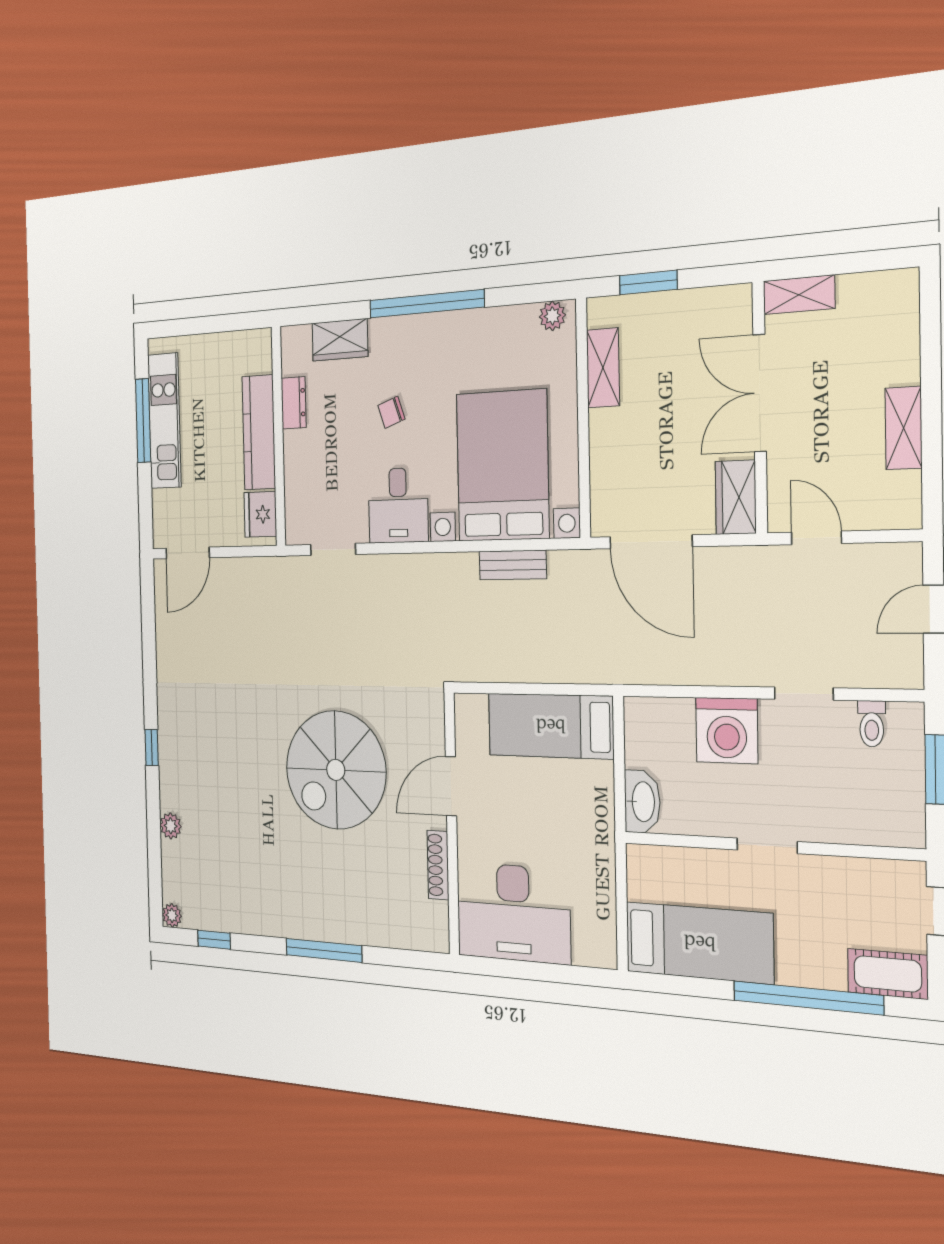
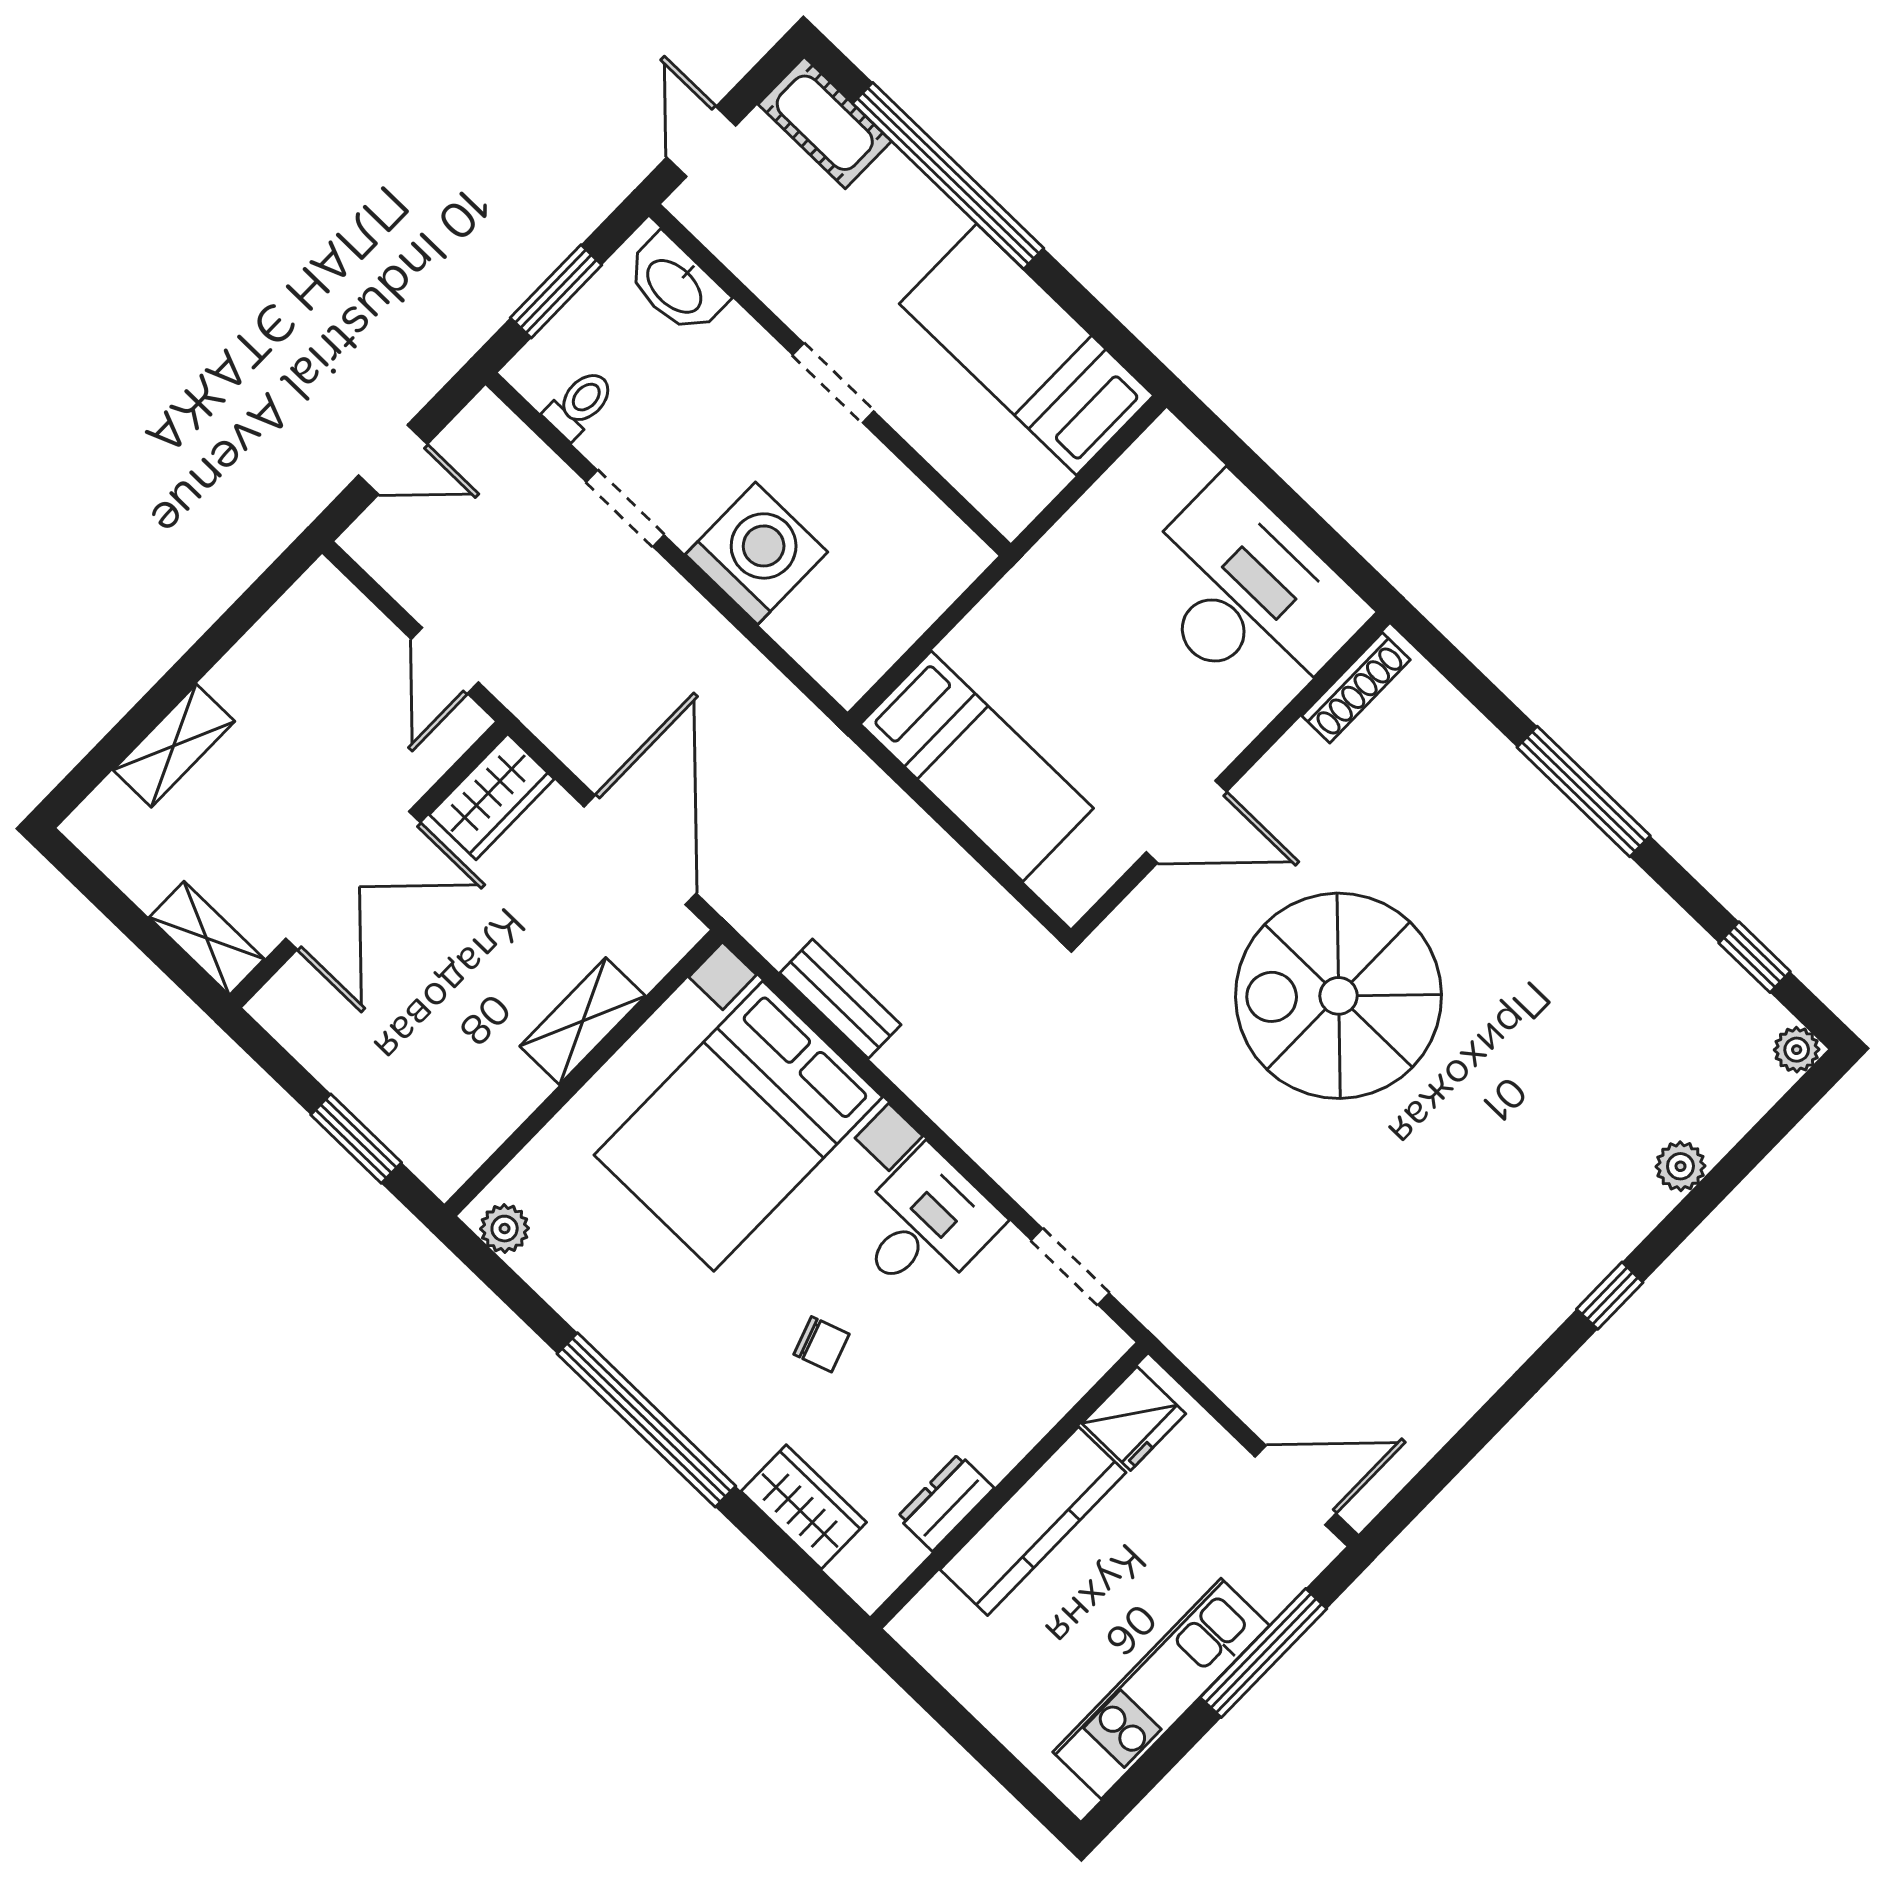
shelving: (603, 368) -> (583, 1021), moved
window: (143, 421) -> (1264, 1653), moved
shelving: (903, 428) -> (174, 746), moved
spiral stairs: (336, 770) -> (1339, 996), turned 180
washbasin: (642, 802) -> (676, 285), moved, turned -90
shoe rack: (438, 865) -> (1356, 688), moved

